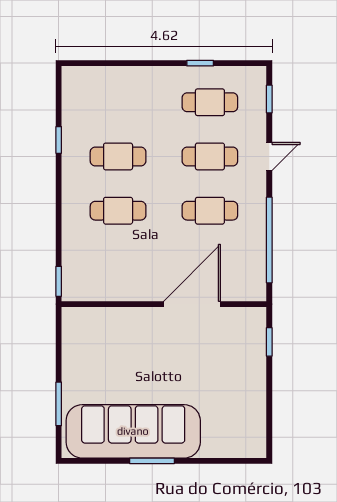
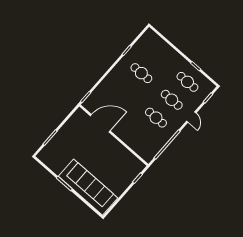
door: (269, 156) -> (191, 117), hinge flipped
cafe table: (118, 211) -> (126, 91), removed
door: (192, 304) -> (100, 123), moved
sofa: (133, 431) -> (88, 187), moved

